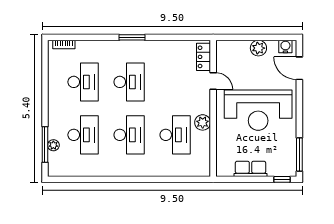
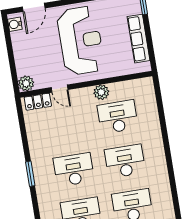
plant: (258, 48) -> (26, 83), moved
door: (213, 81) -> (60, 89), swing flipped
row of seats: (251, 169) -> (139, 39), width x1.48

